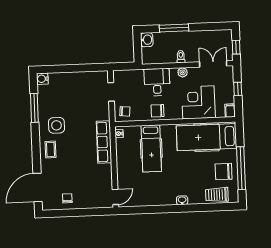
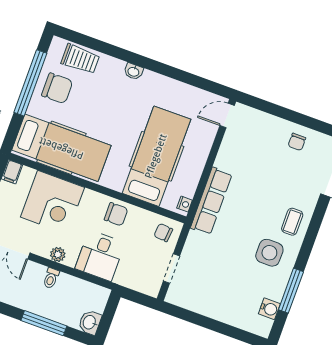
water cooler: (42, 79) -> (269, 309), moved
hospital bed: (151, 148) -> (156, 156), width x1.37, depth x1.29

